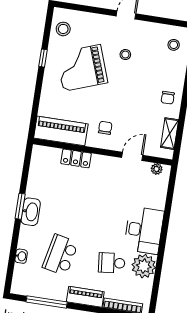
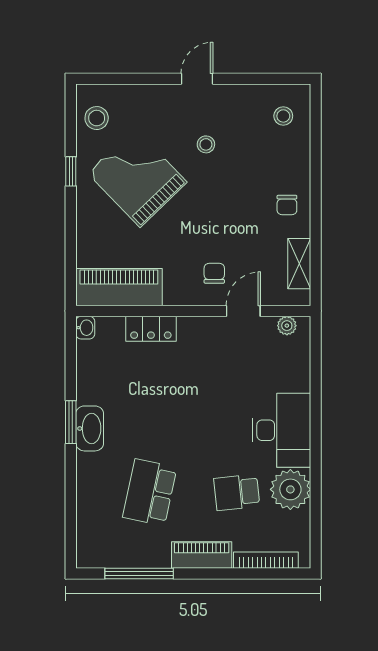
grand piano: (82, 68) -> (137, 178), turned 66
chair: (105, 128) -> (214, 273), moved
washbasin: (21, 256) -> (85, 328), moved

